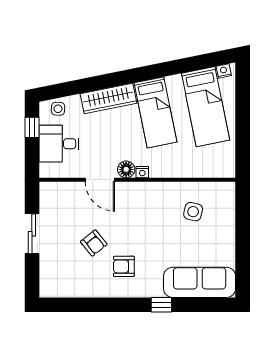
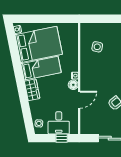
wardrobe: (109, 99) -> (32, 90), width x0.67
bed: (206, 107) -> (39, 44), width x1.50
window: (32, 127) -> (62, 138), moved

